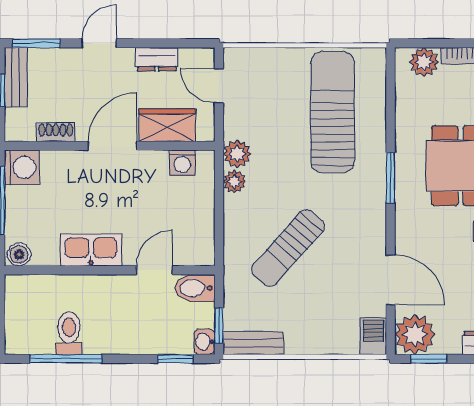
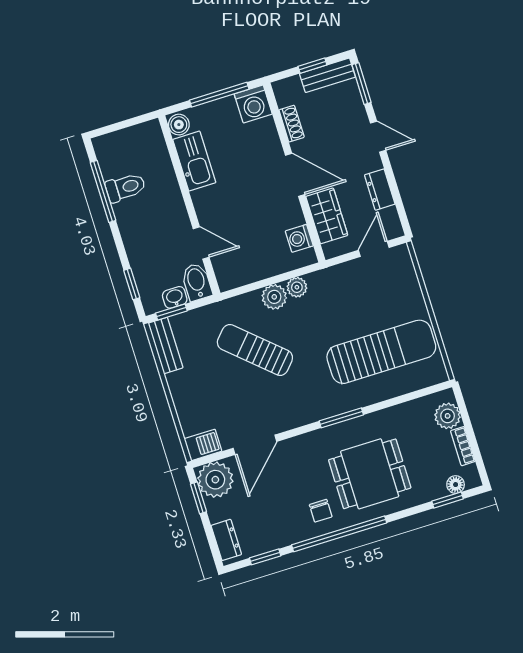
plant: (237, 154) -> (274, 297), moved
kitchen sink: (91, 250) -> (194, 161), moved
washbasin: (204, 342) -> (175, 297), moved

